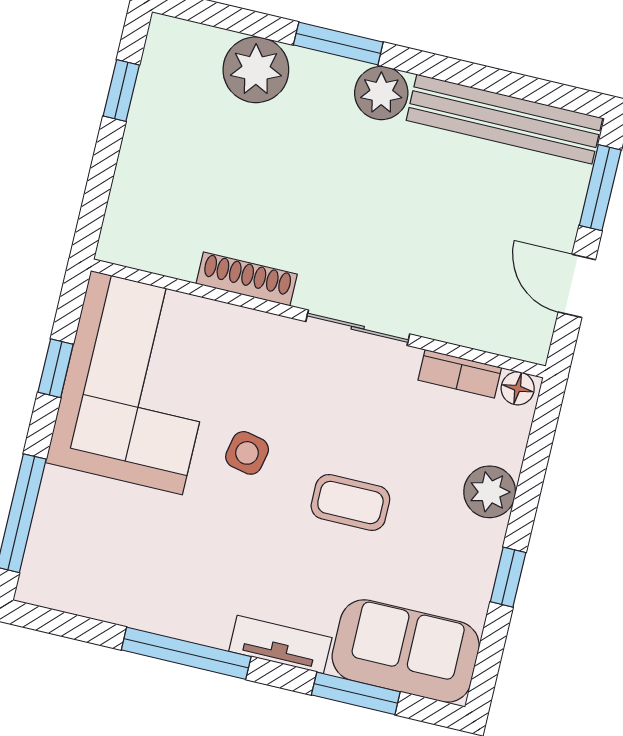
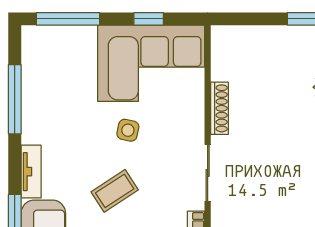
coffee table: (350, 502) -> (115, 191), turned 57
window: (186, 653) -> (15, 99), moved

